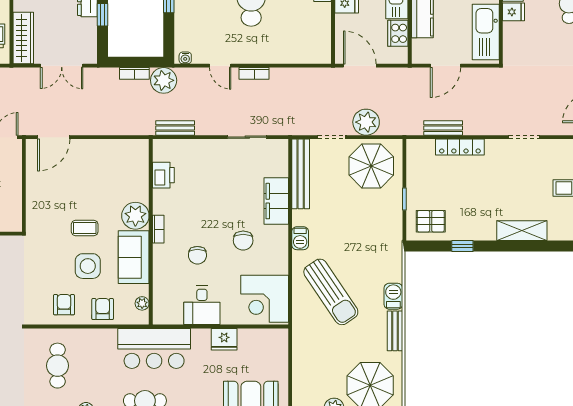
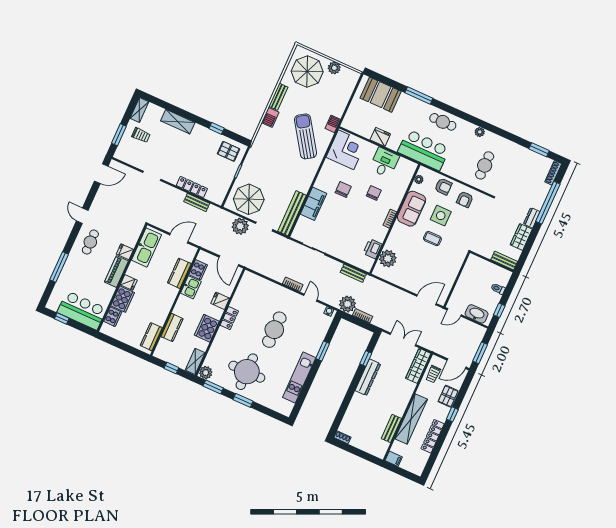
plant: (135, 216) -> (388, 258), moved
barbecue: (300, 238) -> (333, 124), moved
armchair: (103, 309) -> (443, 187), turned -90

